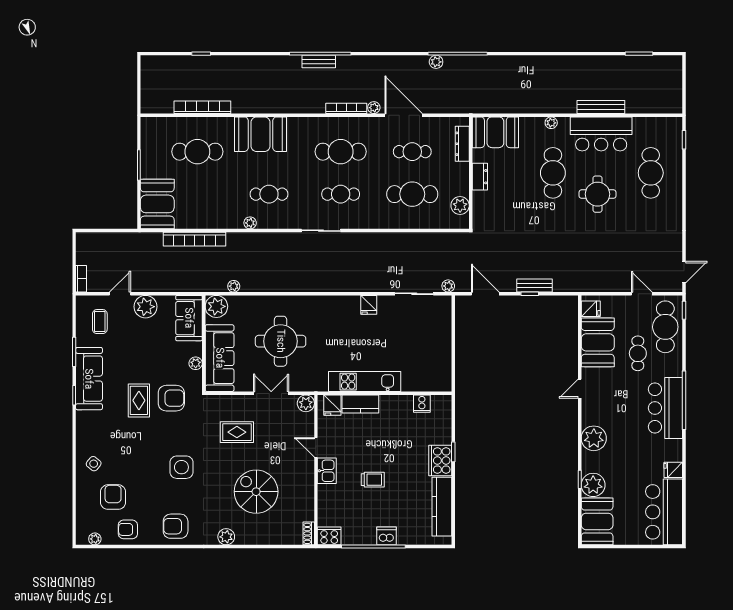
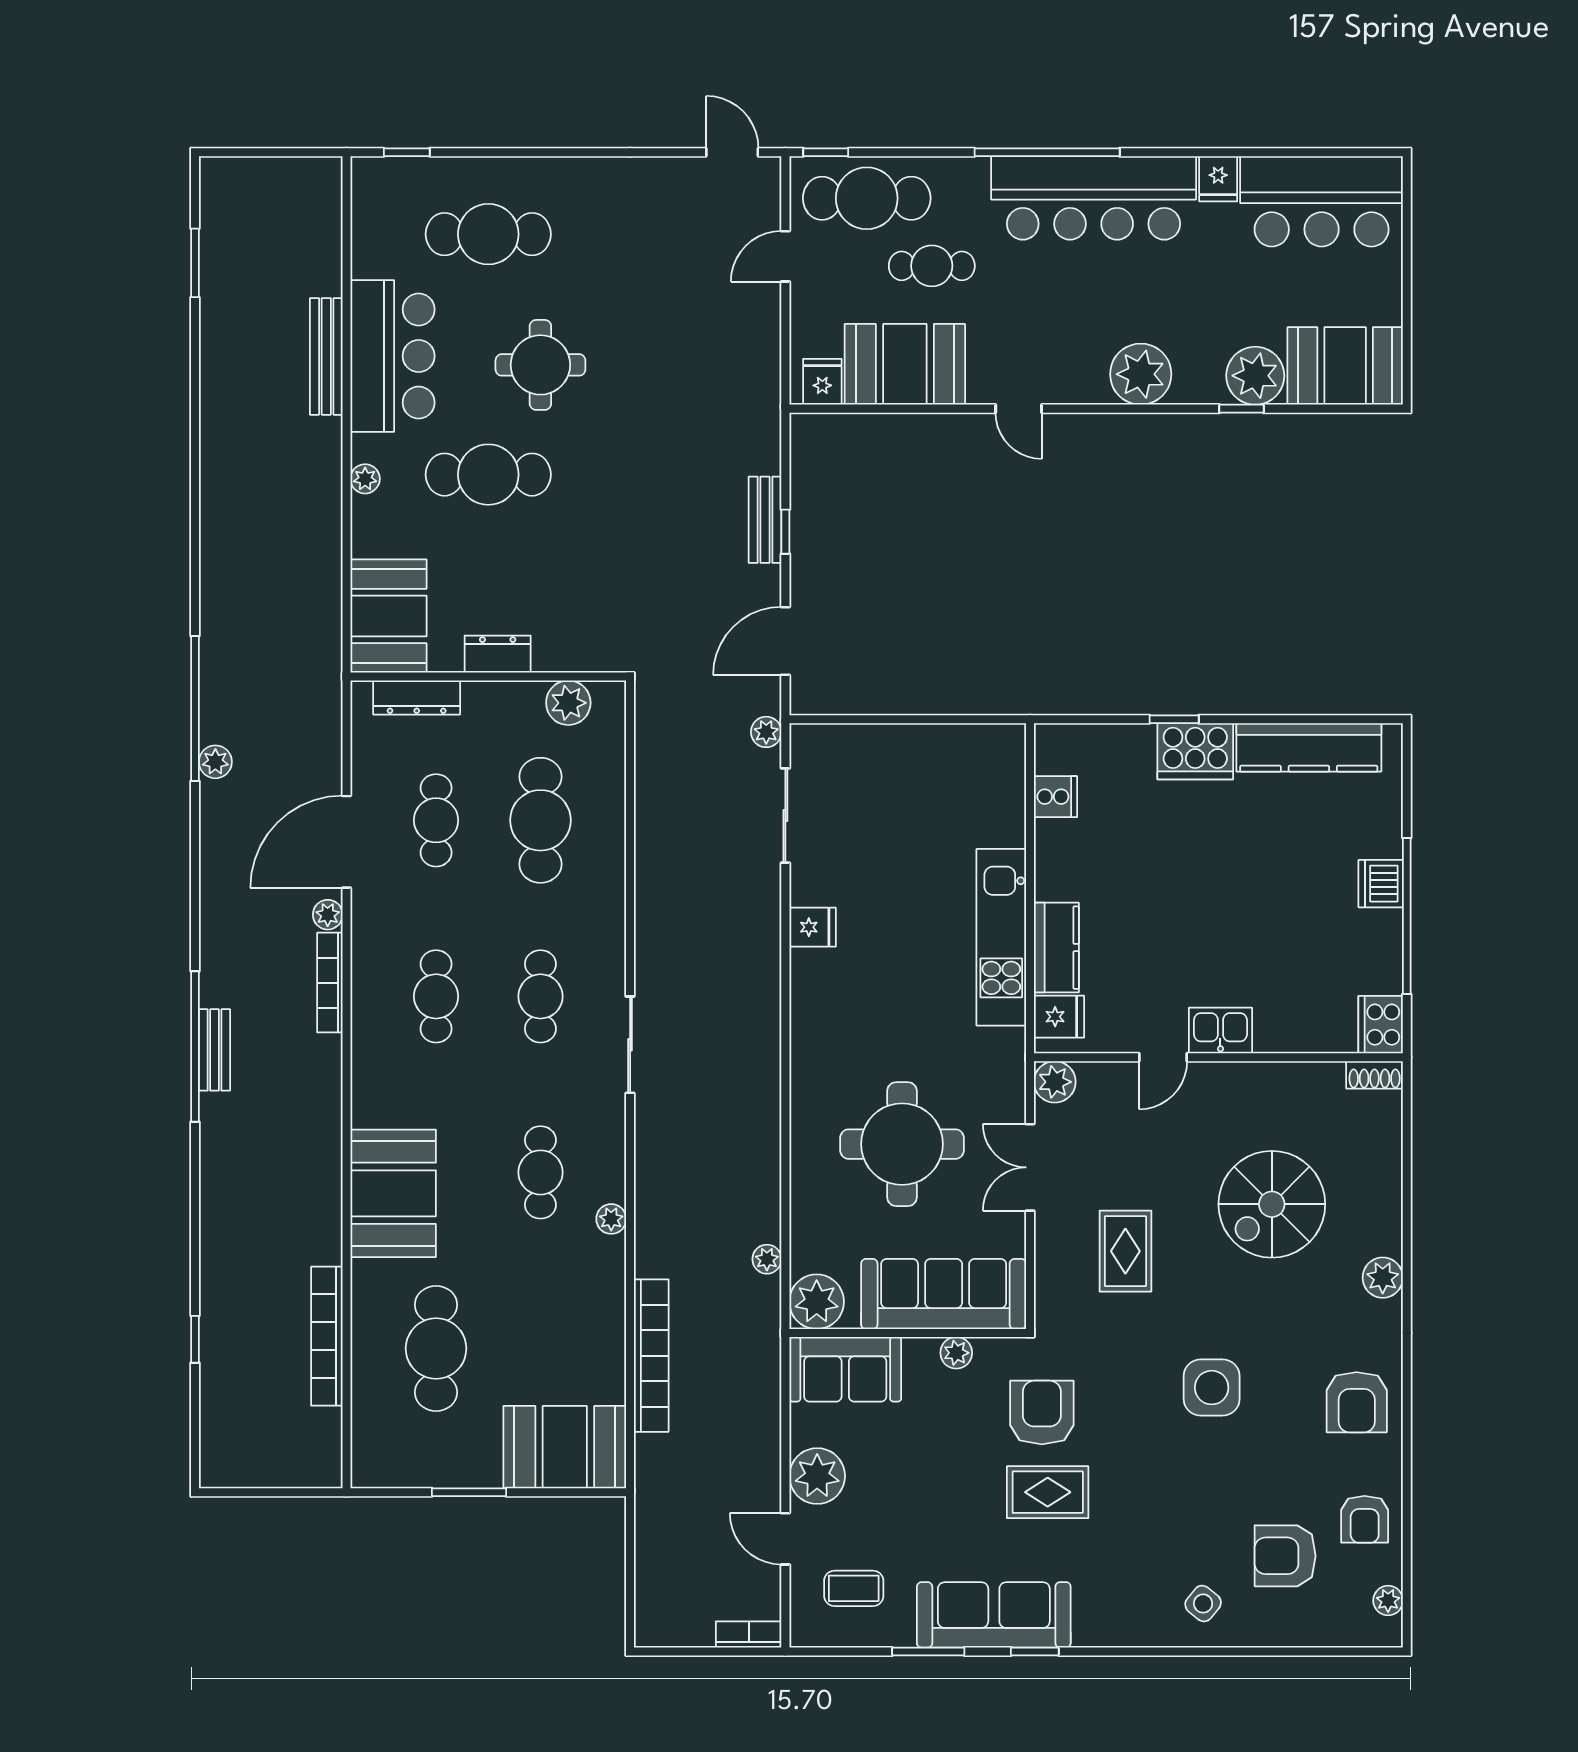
cafe table: (341, 152) -> (436, 996), width x0.73, depth x0.74
bar counter: (665, 408) -> (1094, 198), width x1.36
trolley: (373, 480) -> (1242, 918), removed

